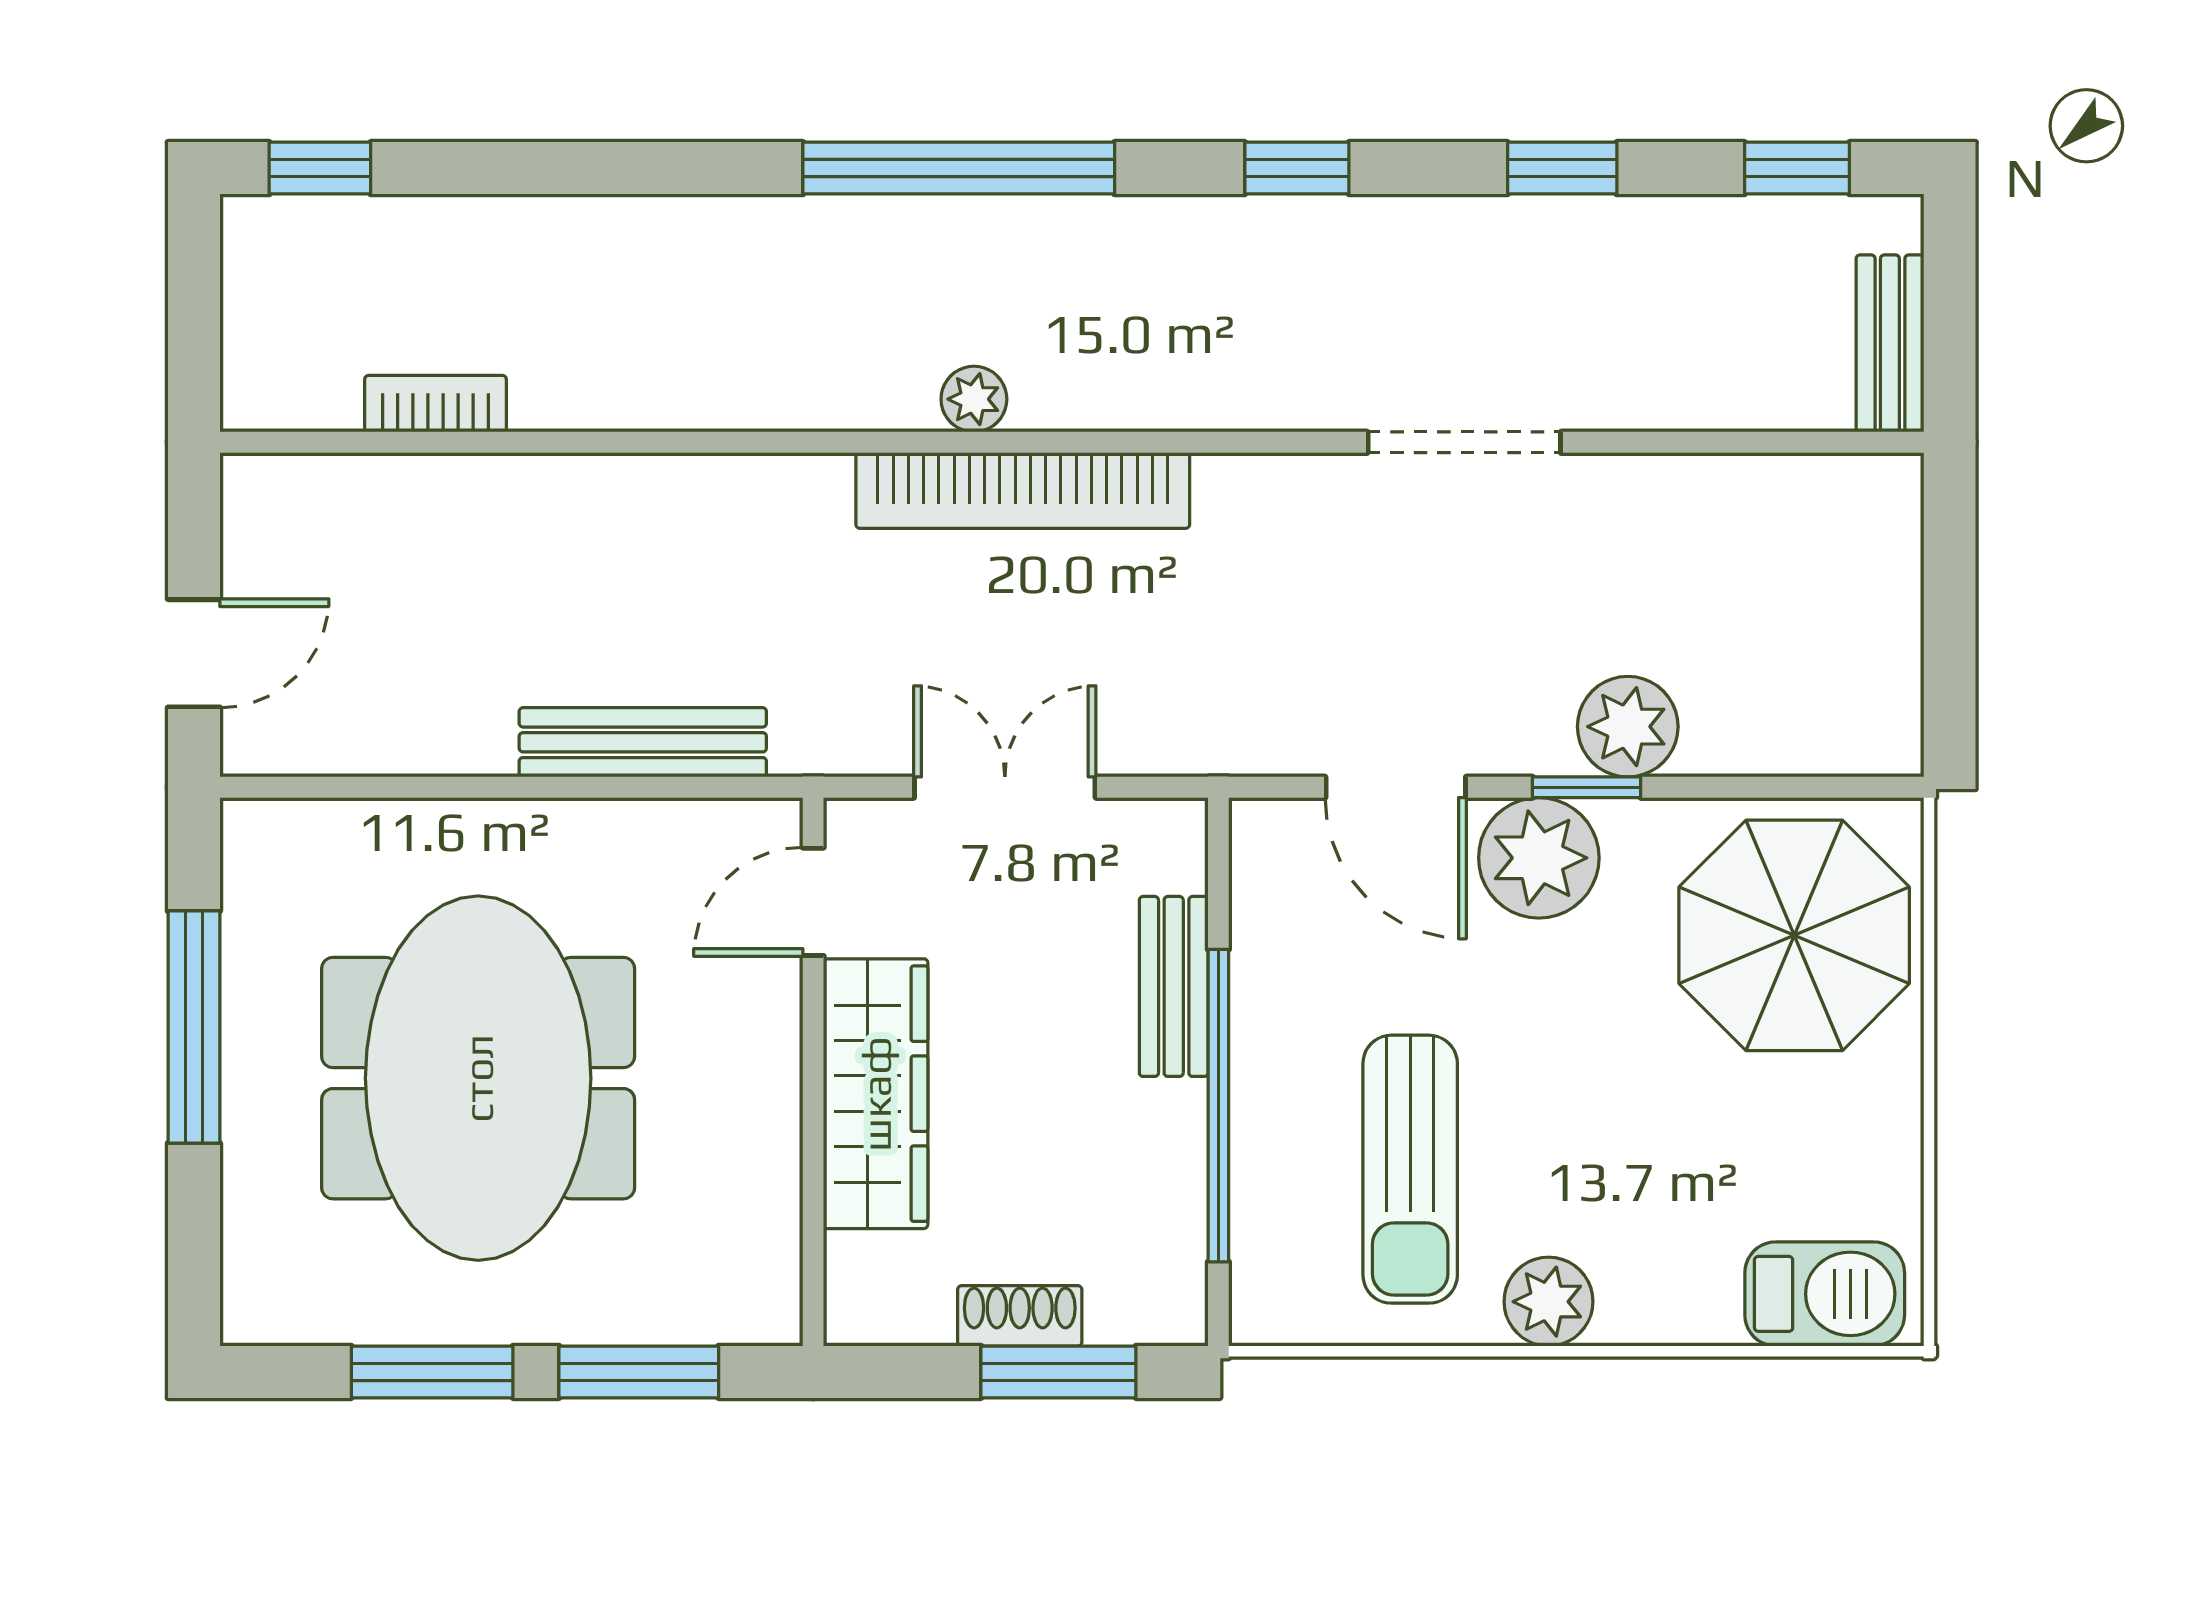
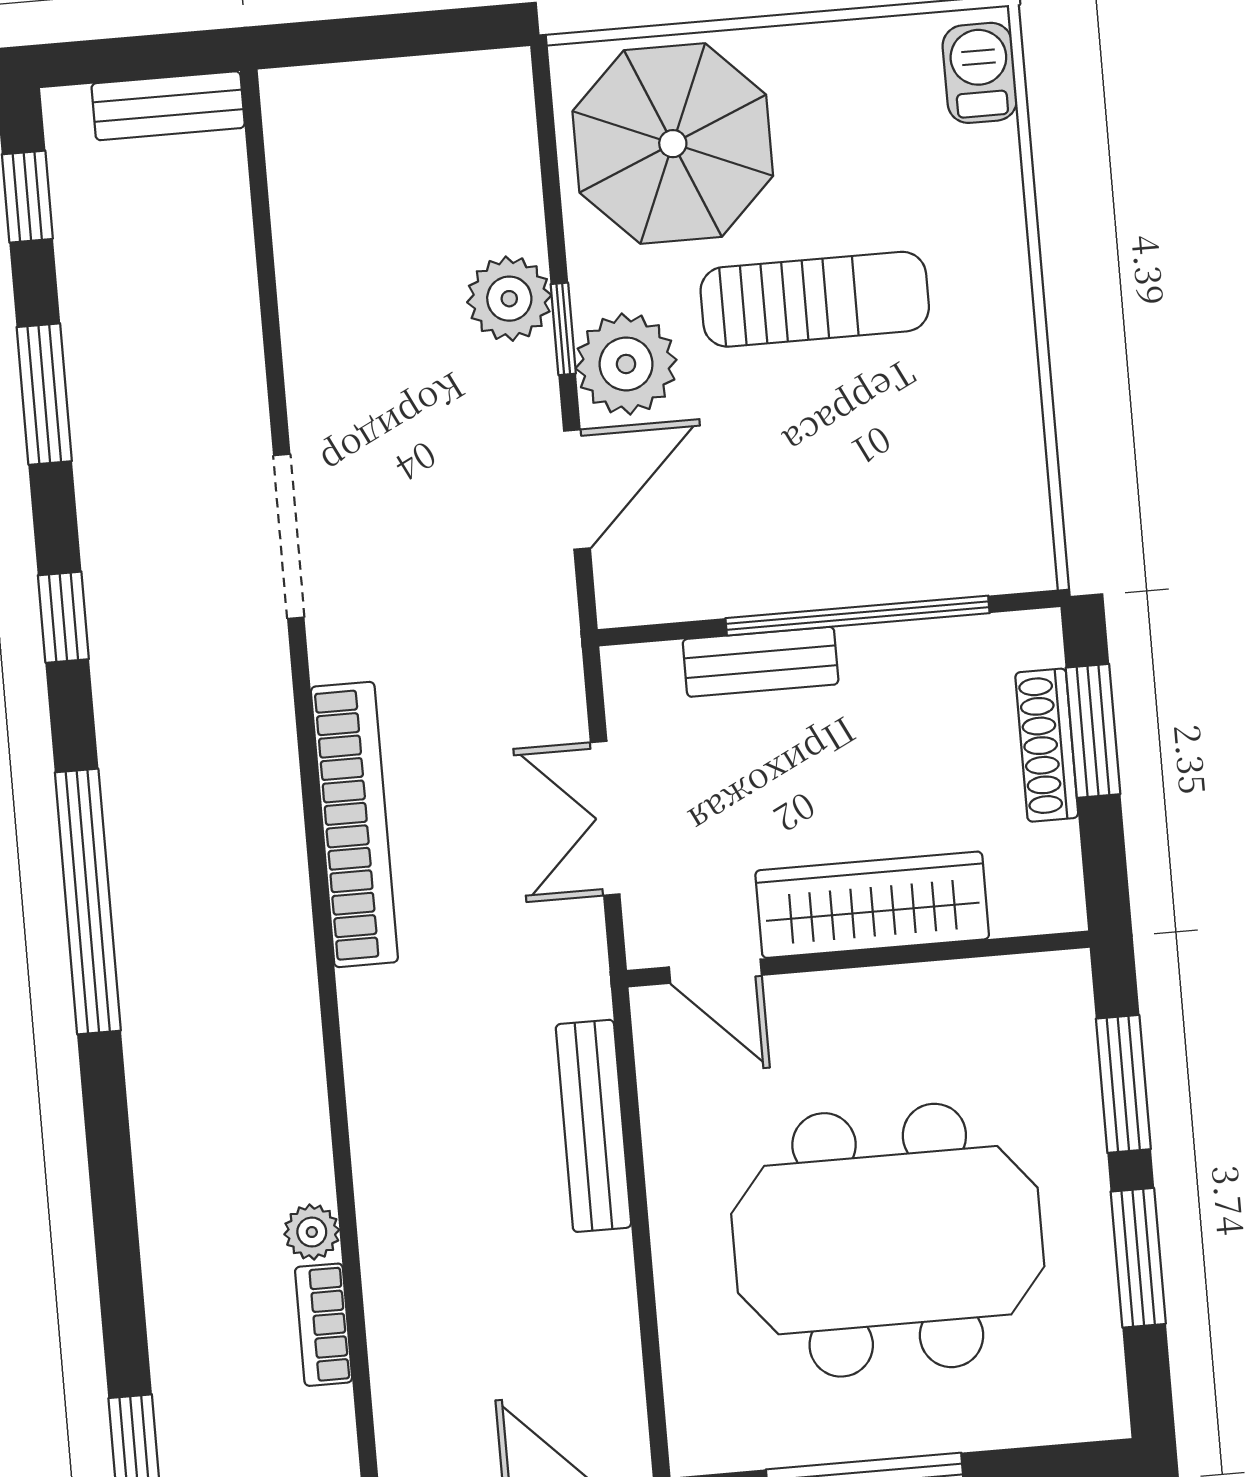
window: (1562, 168) -> (44, 394), width x1.50
plant: (974, 399) -> (312, 1232), moved
doorway: (1464, 442) -> (289, 536), moved
sun lounger: (1410, 1169) -> (815, 299), moved
barbecue: (1825, 1294) -> (980, 73), width x0.73, depth x0.79
plant: (1548, 1302) -> (999, 324), removed
shoe rack: (1020, 1316) -> (1047, 745), width x1.43

